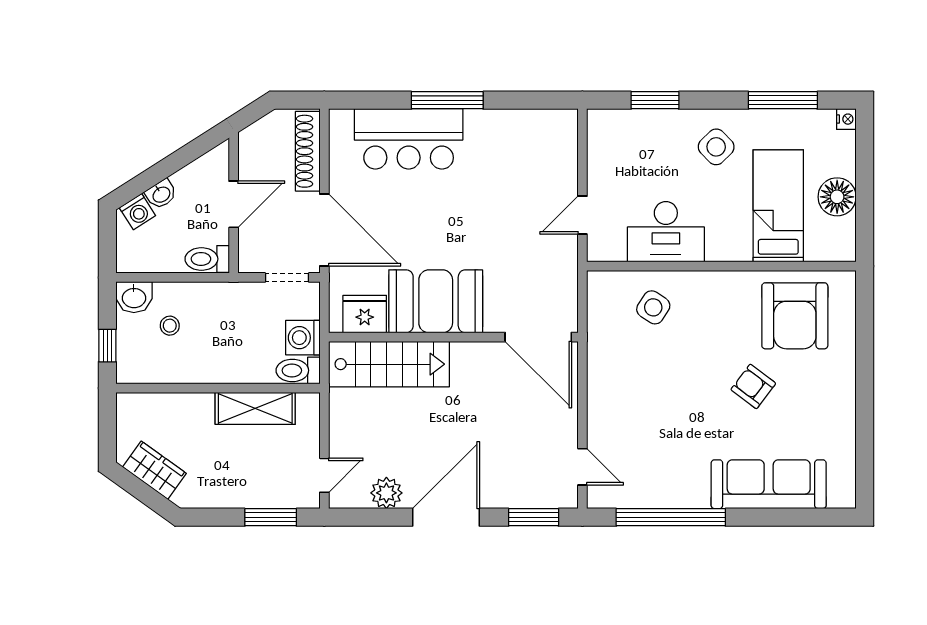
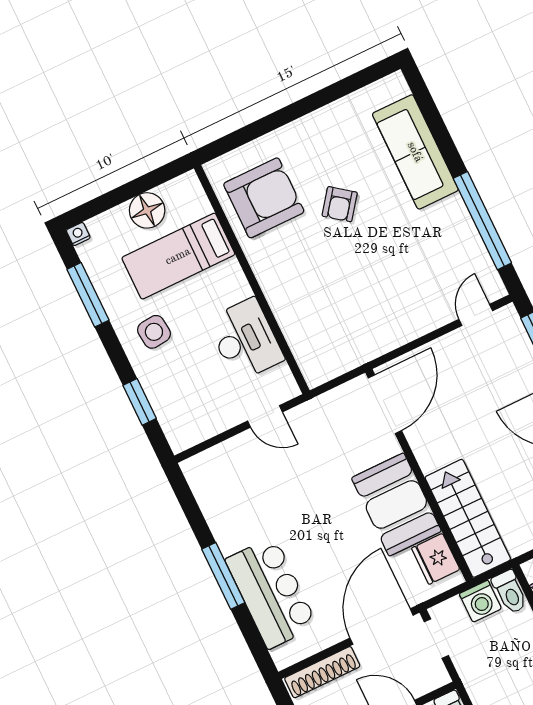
side table: (716, 147) -> (154, 332), turned 38
side table: (653, 307) -> (314, 320), removed

